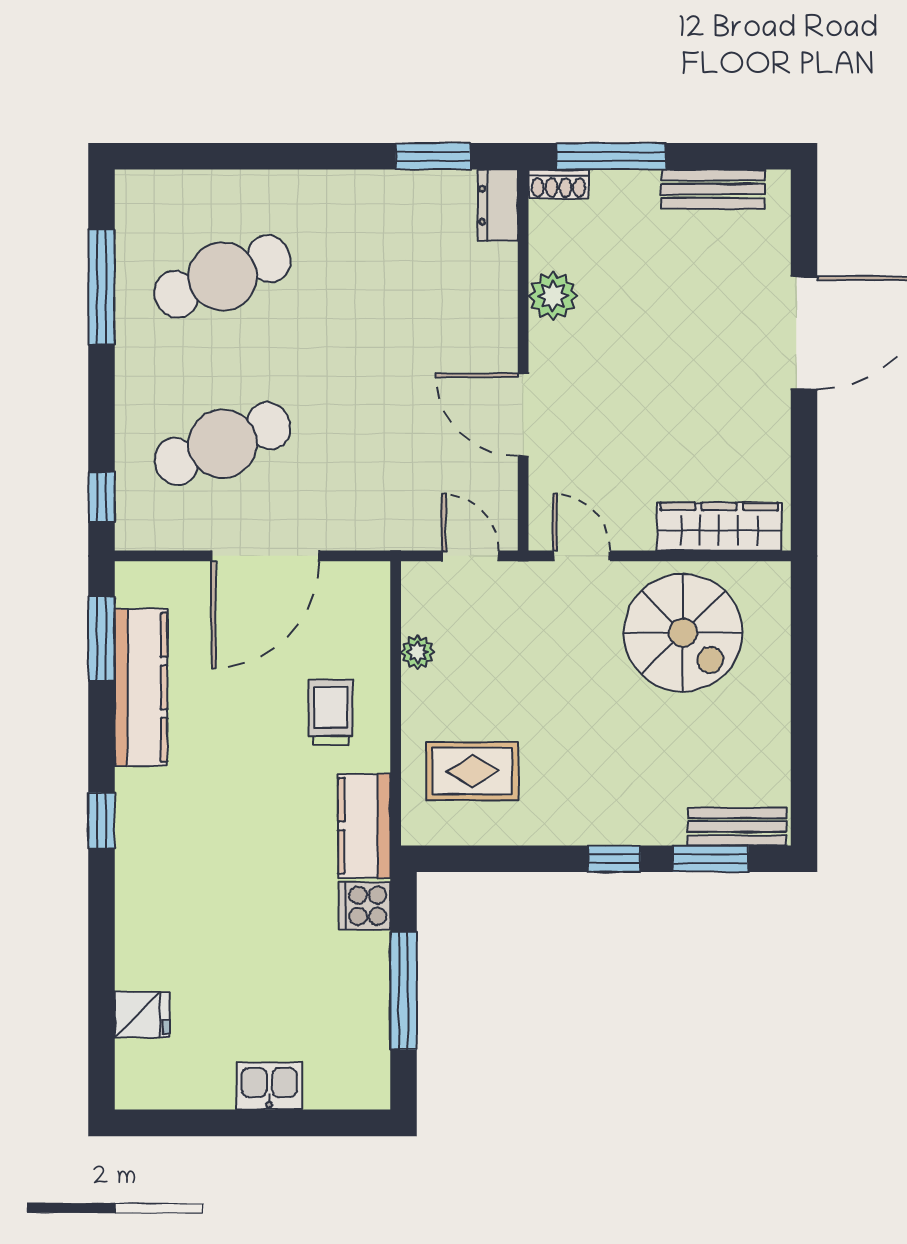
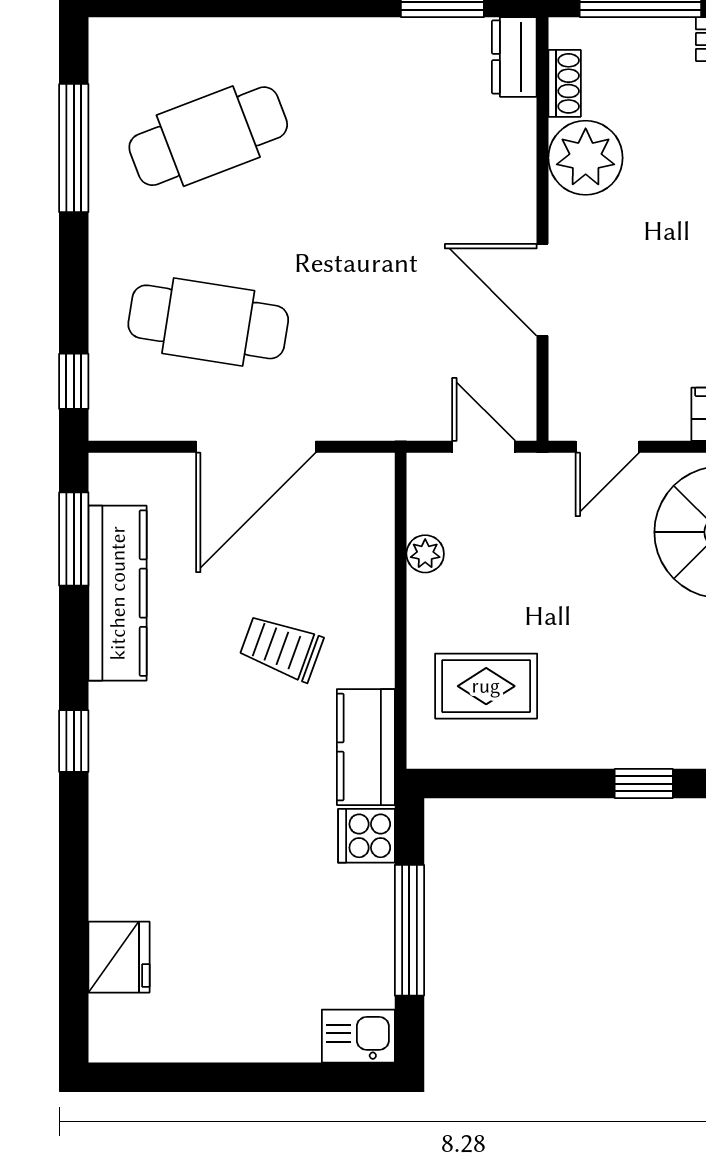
shoe rack: (559, 184) -> (565, 83), moved, turned -90
plant: (553, 296) -> (586, 158), width x1.36, depth x1.36
cafe table: (223, 444) -> (208, 322), turned 30
door: (581, 556) -> (607, 447), swing flipped
trolley: (331, 712) -> (281, 648), moved, turned -70
fridge: (142, 1015) -> (119, 957), width x1.38
kitchen sink: (269, 1086) -> (358, 1036), moved

